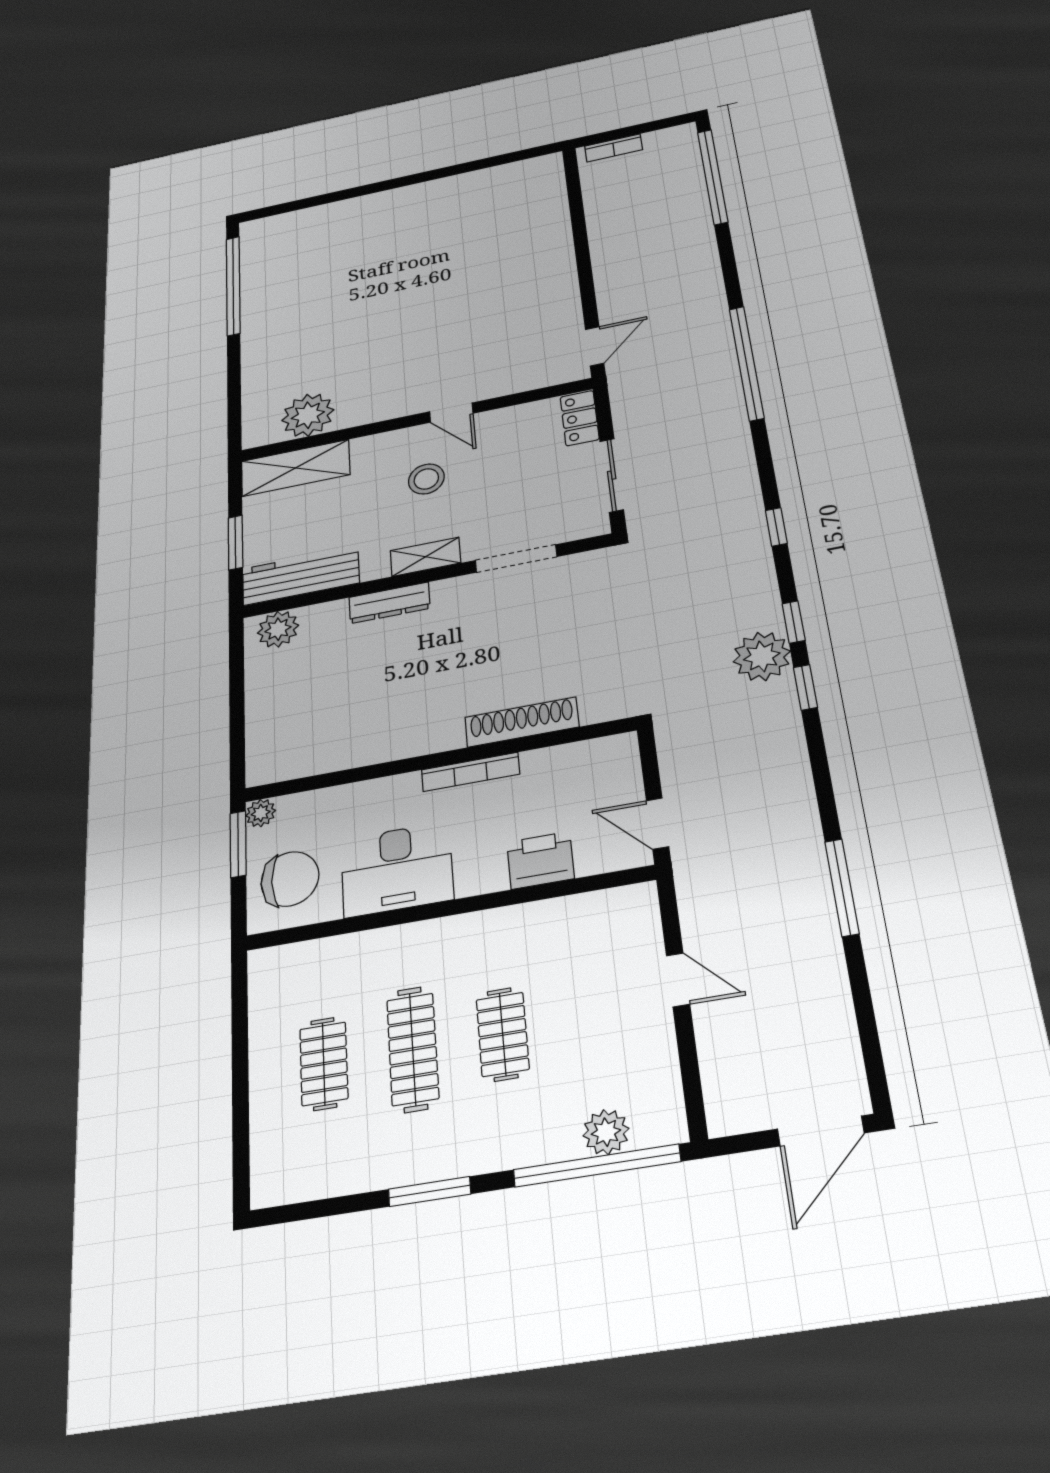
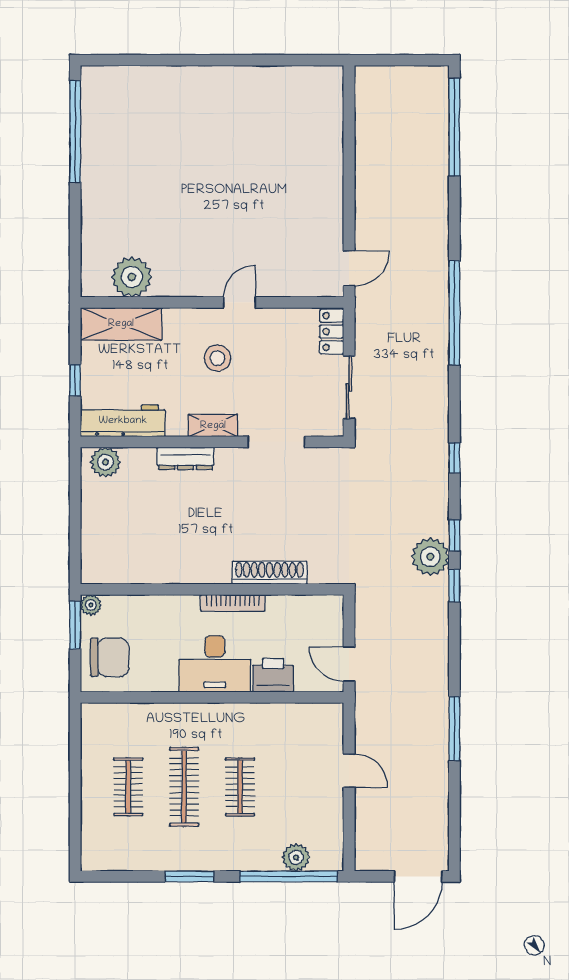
bookcase: (614, 148) -> (384, 74), removed
door: (451, 413) -> (239, 302), swing flipped
window: (235, 543) -> (75, 380), width x0.67
desk: (397, 869) -> (215, 664), moved

